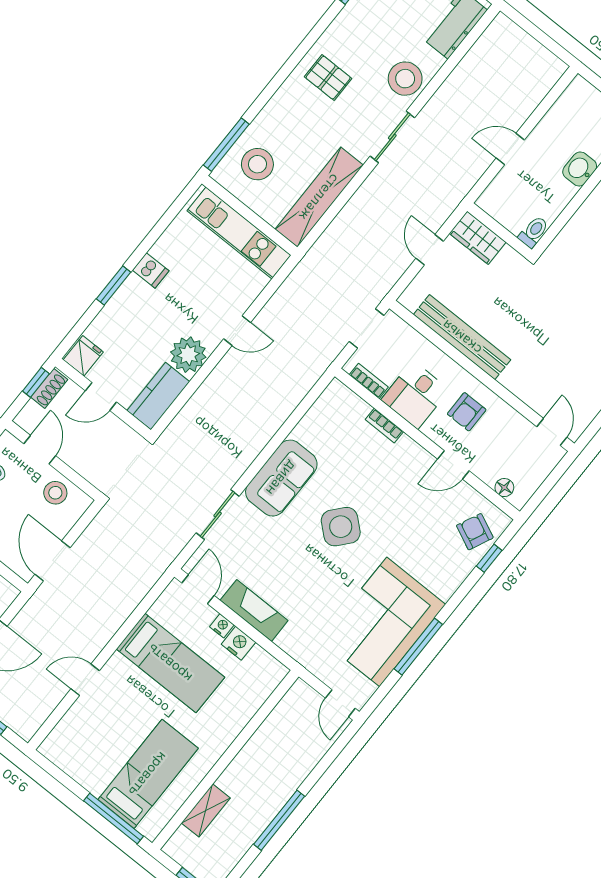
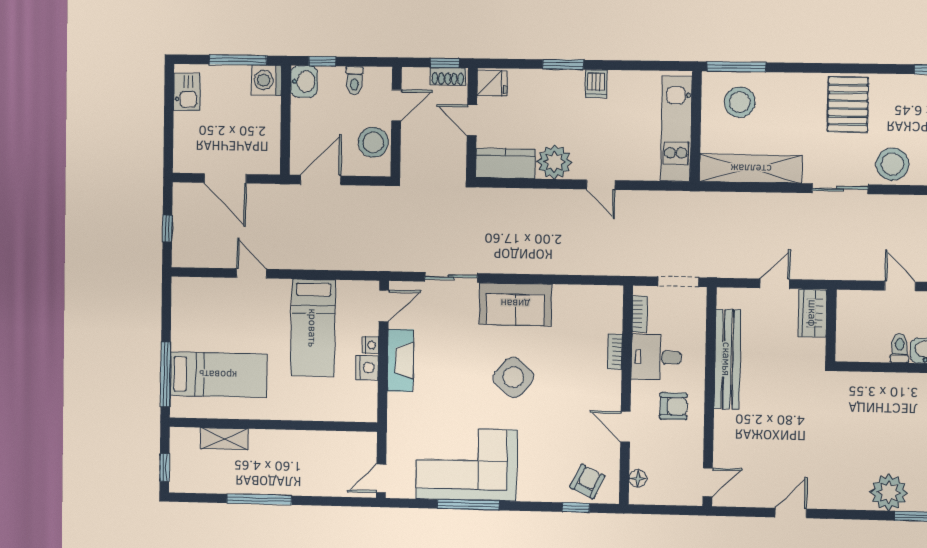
pallet: (328, 78) -> (848, 105), width x1.50, depth x1.42
toilet: (534, 232) -> (899, 348), moved, turned -90
armchair: (467, 412) -> (673, 406), turned 180
stool: (55, 493) -> (373, 142), width x1.38, depth x1.38

